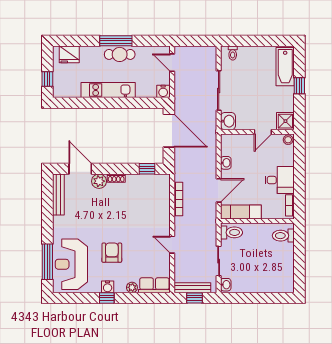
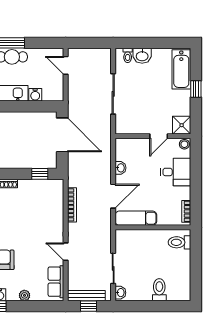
water cooler: (163, 91) -> (35, 95), moved
washbasin: (228, 121) -> (142, 56), moved, turned 90
desk: (280, 180) -> (176, 172), moved
toilet: (231, 232) -> (159, 290), moved, turned -90
row of seats: (154, 285) -> (56, 282), moved, turned -90

